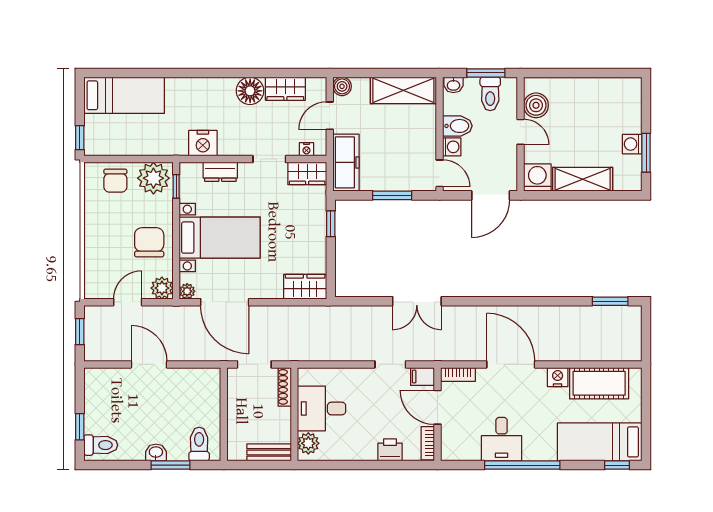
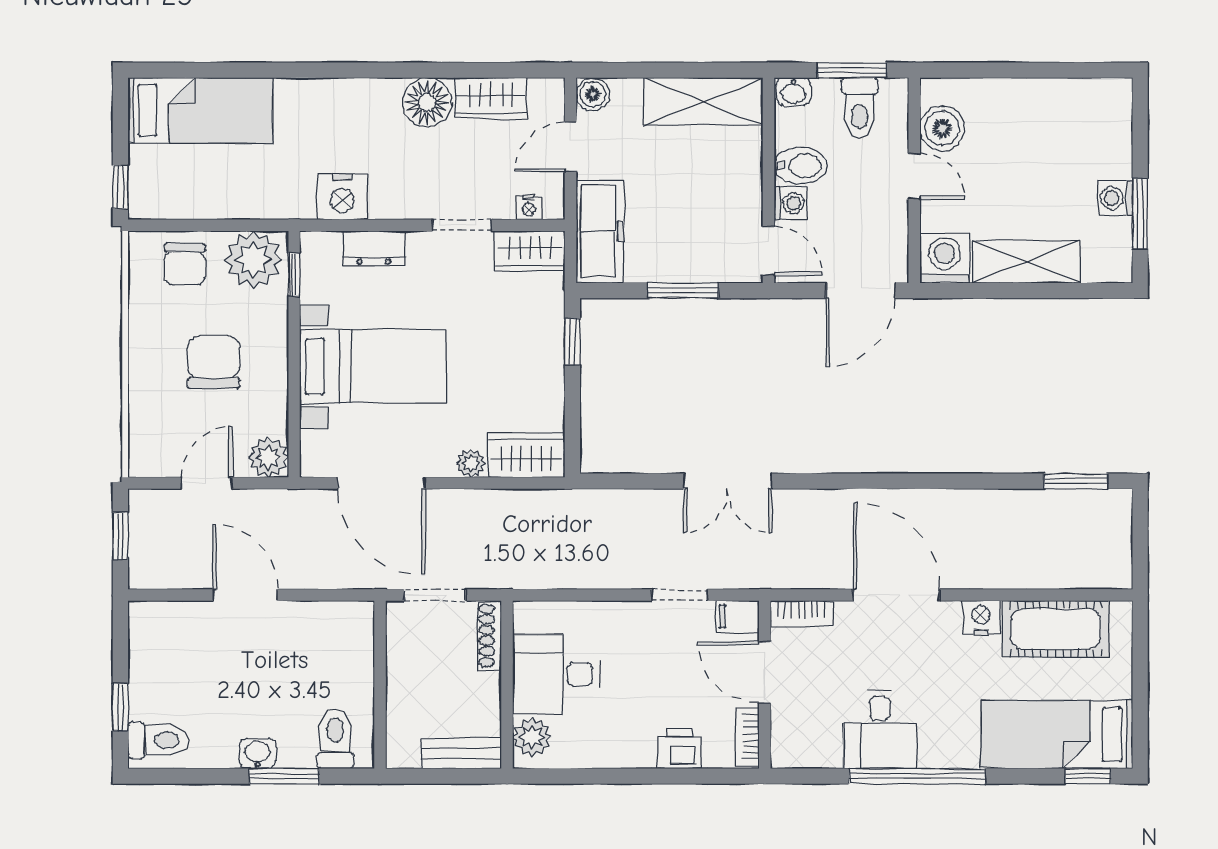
chair: (149, 242) -> (213, 362), moved
plant: (187, 291) -> (471, 463), moved

